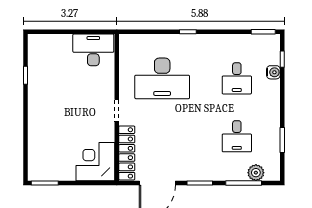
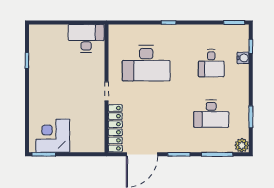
desk: (237, 136) -> (211, 114), width x1.37
corner desk: (95, 162) -> (53, 136), moved
plant: (256, 173) -> (242, 145), moved

